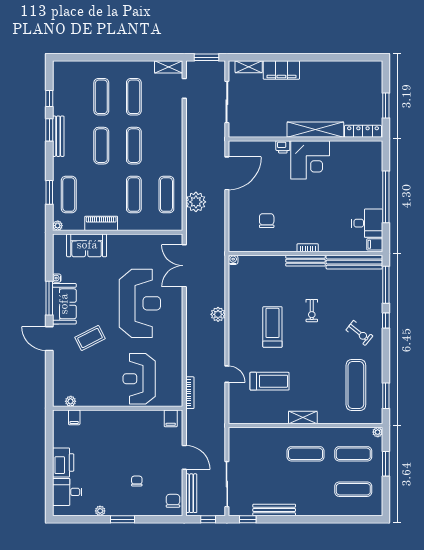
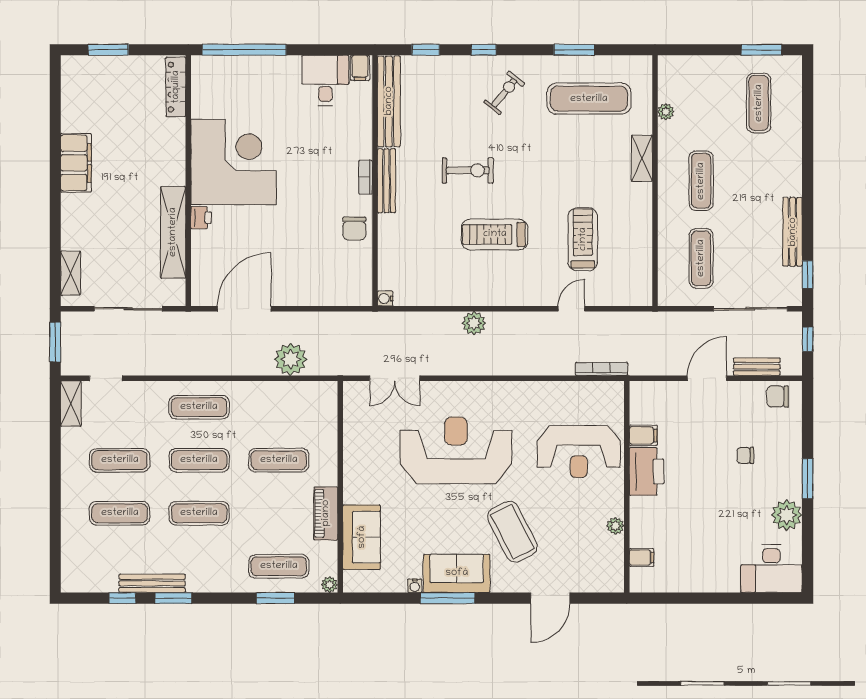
filing cabinet: (281, 70) -> (76, 163), moved
window: (386, 105) -> (108, 50), moved
shelving: (315, 130) -> (173, 232), moved
bench: (58, 136) -> (152, 583), moved
corner desk: (310, 160) -> (234, 162), width x1.36, depth x1.36
door: (227, 173) -> (244, 309), hinge flipped
exercise mat: (166, 195) -> (199, 407), moved
window: (386, 197) -> (244, 50), moved
chair: (267, 221) -> (354, 228), moved, turned -90
double door: (184, 266) -> (395, 378), width x0.73
window: (386, 285) -> (426, 50), width x0.46
exercise bike: (312, 311) -> (468, 170), width x1.38, depth x1.39
coffee table: (90, 338) -> (512, 532), width x1.36, depth x1.32
door: (49, 339) -> (550, 598), moved
window: (386, 396) -> (574, 50), moved
plant: (71, 401) -> (615, 526), moved
filing cabinet: (171, 418) -> (643, 435), moved
shelving: (303, 418) -> (642, 158), moved
plant: (378, 432) -> (666, 112), moved
exercise mat: (353, 454) -> (701, 258), moved
printer: (63, 463) -> (647, 471), moved, turned 90
window: (386, 464) -> (762, 50), moved
desk: (67, 492) -> (771, 569), width x1.37
bench: (191, 493) -> (757, 367), width x0.73
plant: (100, 511) -> (787, 515), width x1.88, depth x1.88

